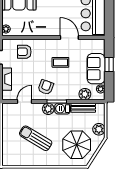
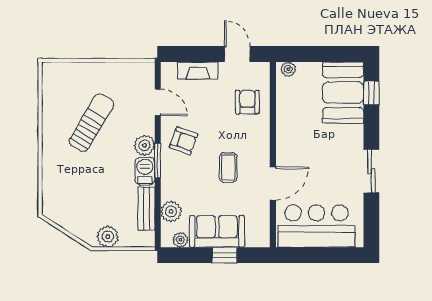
parasol: (77, 145) -> (80, 197), removed

